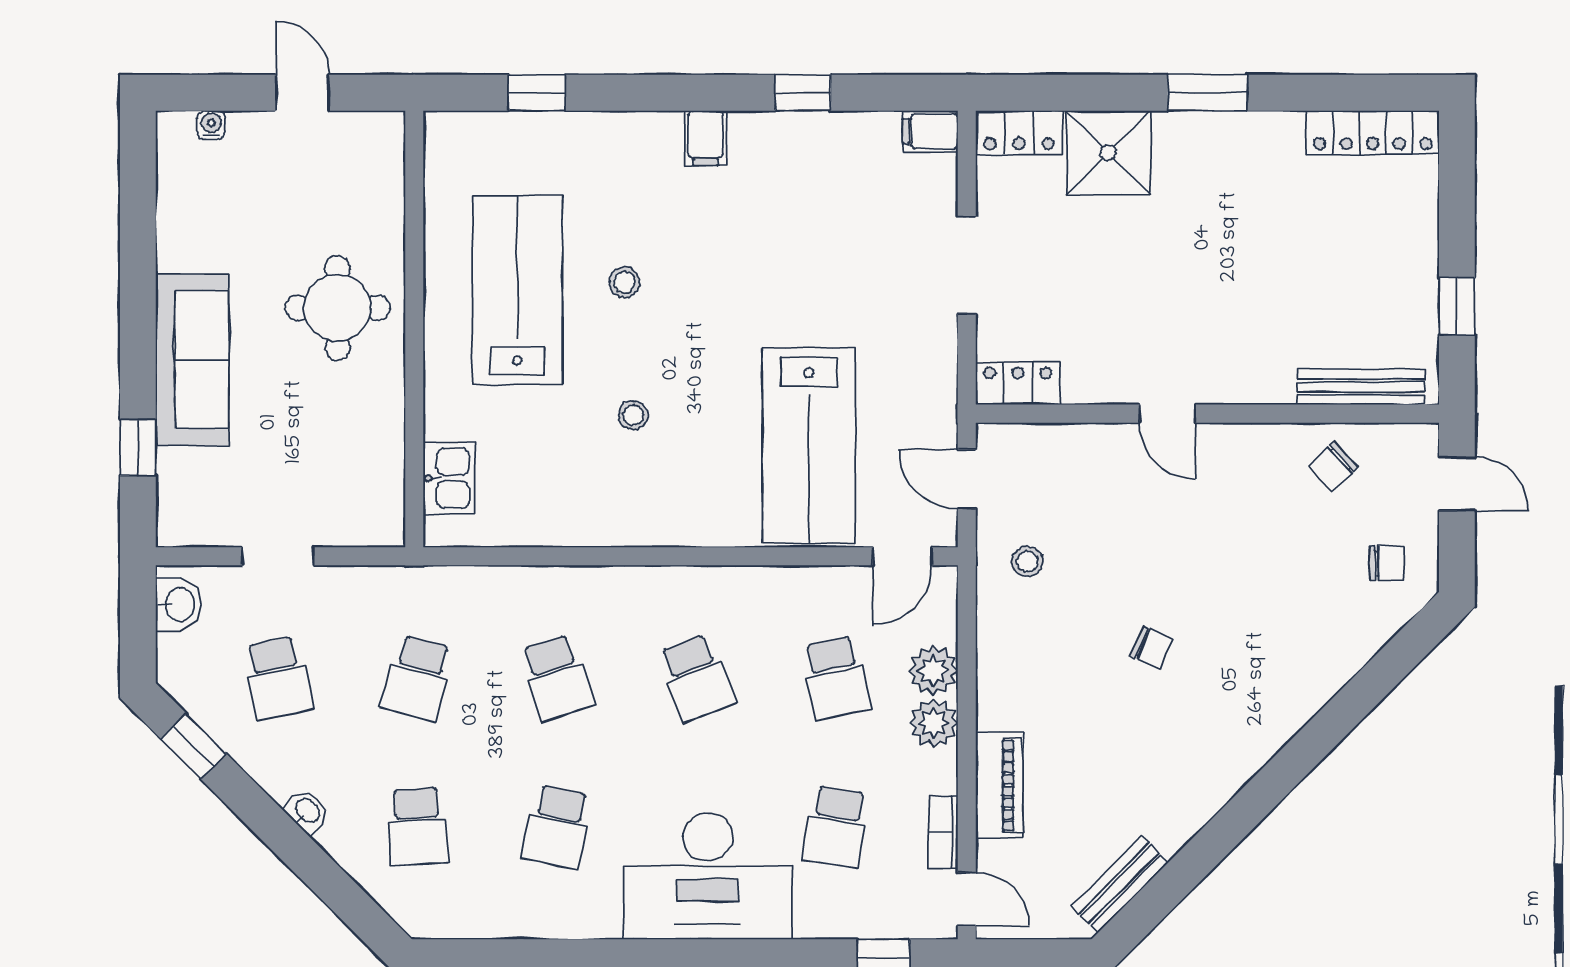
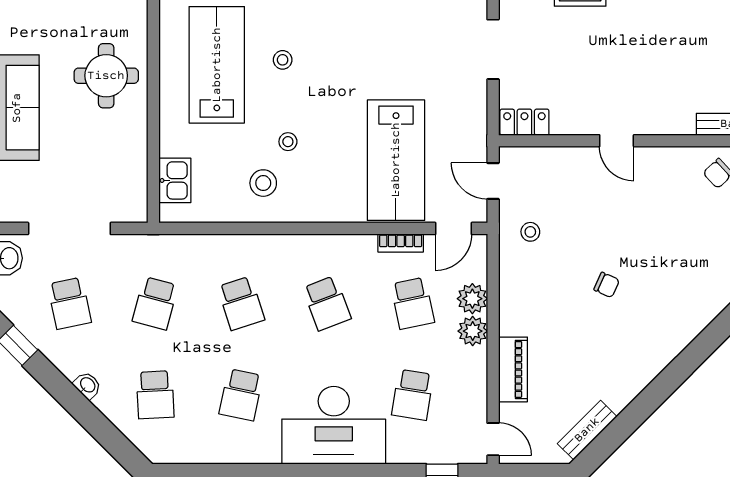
stool: (593, 482) -> (263, 183), added
doorway: (278, 556) -> (69, 228), width x1.88
bookcase: (943, 832) -> (401, 243), moved, turned -90

